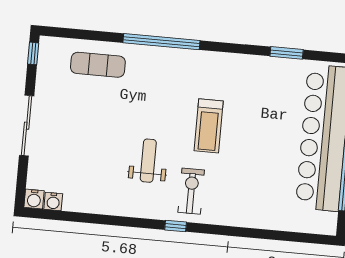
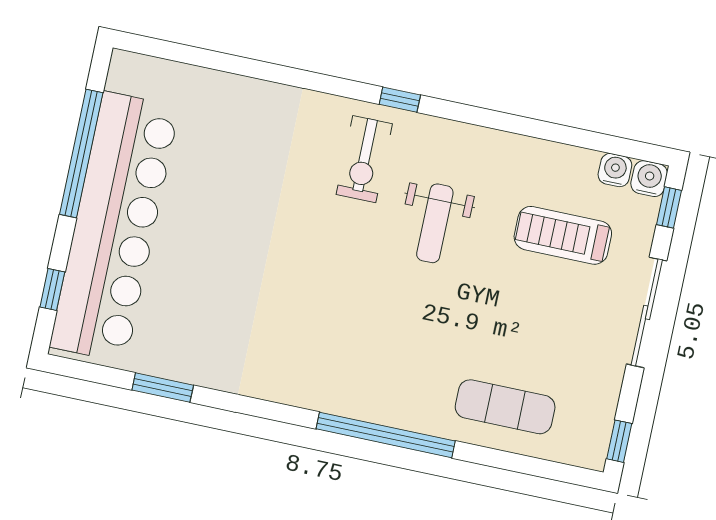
treadmill: (209, 126) -> (563, 235), moved, turned -90
window: (21, 185) -> (669, 207), added

